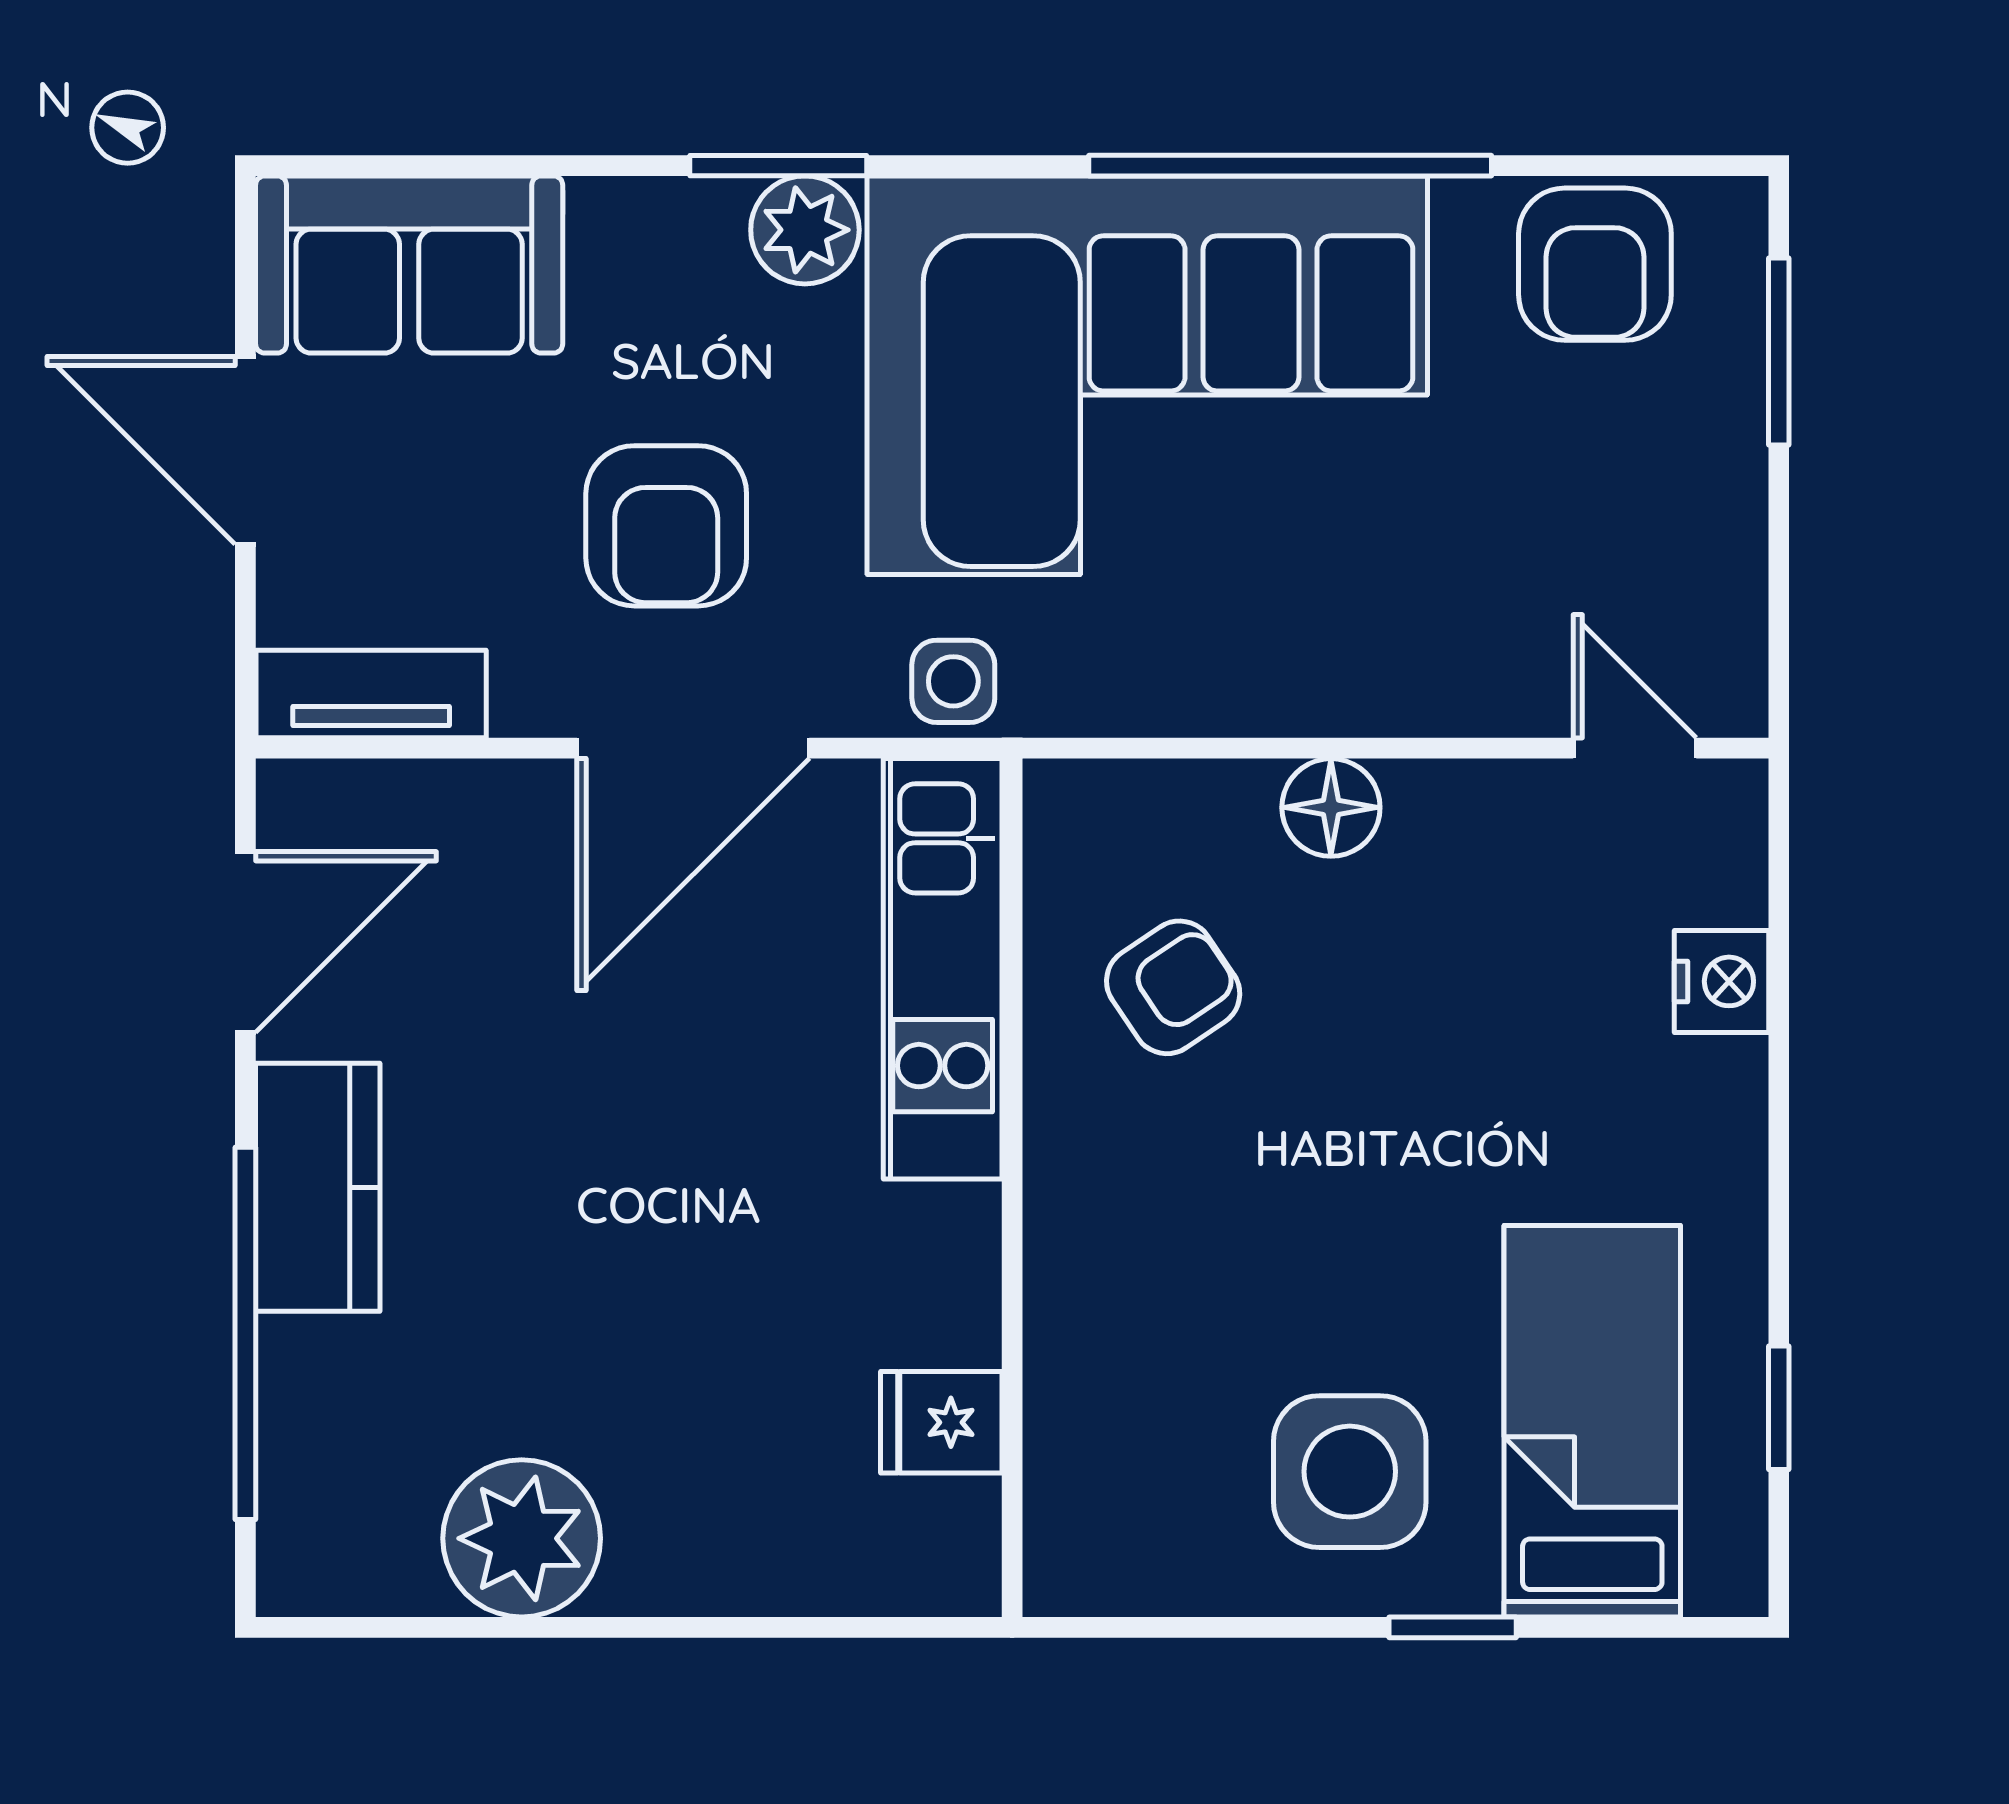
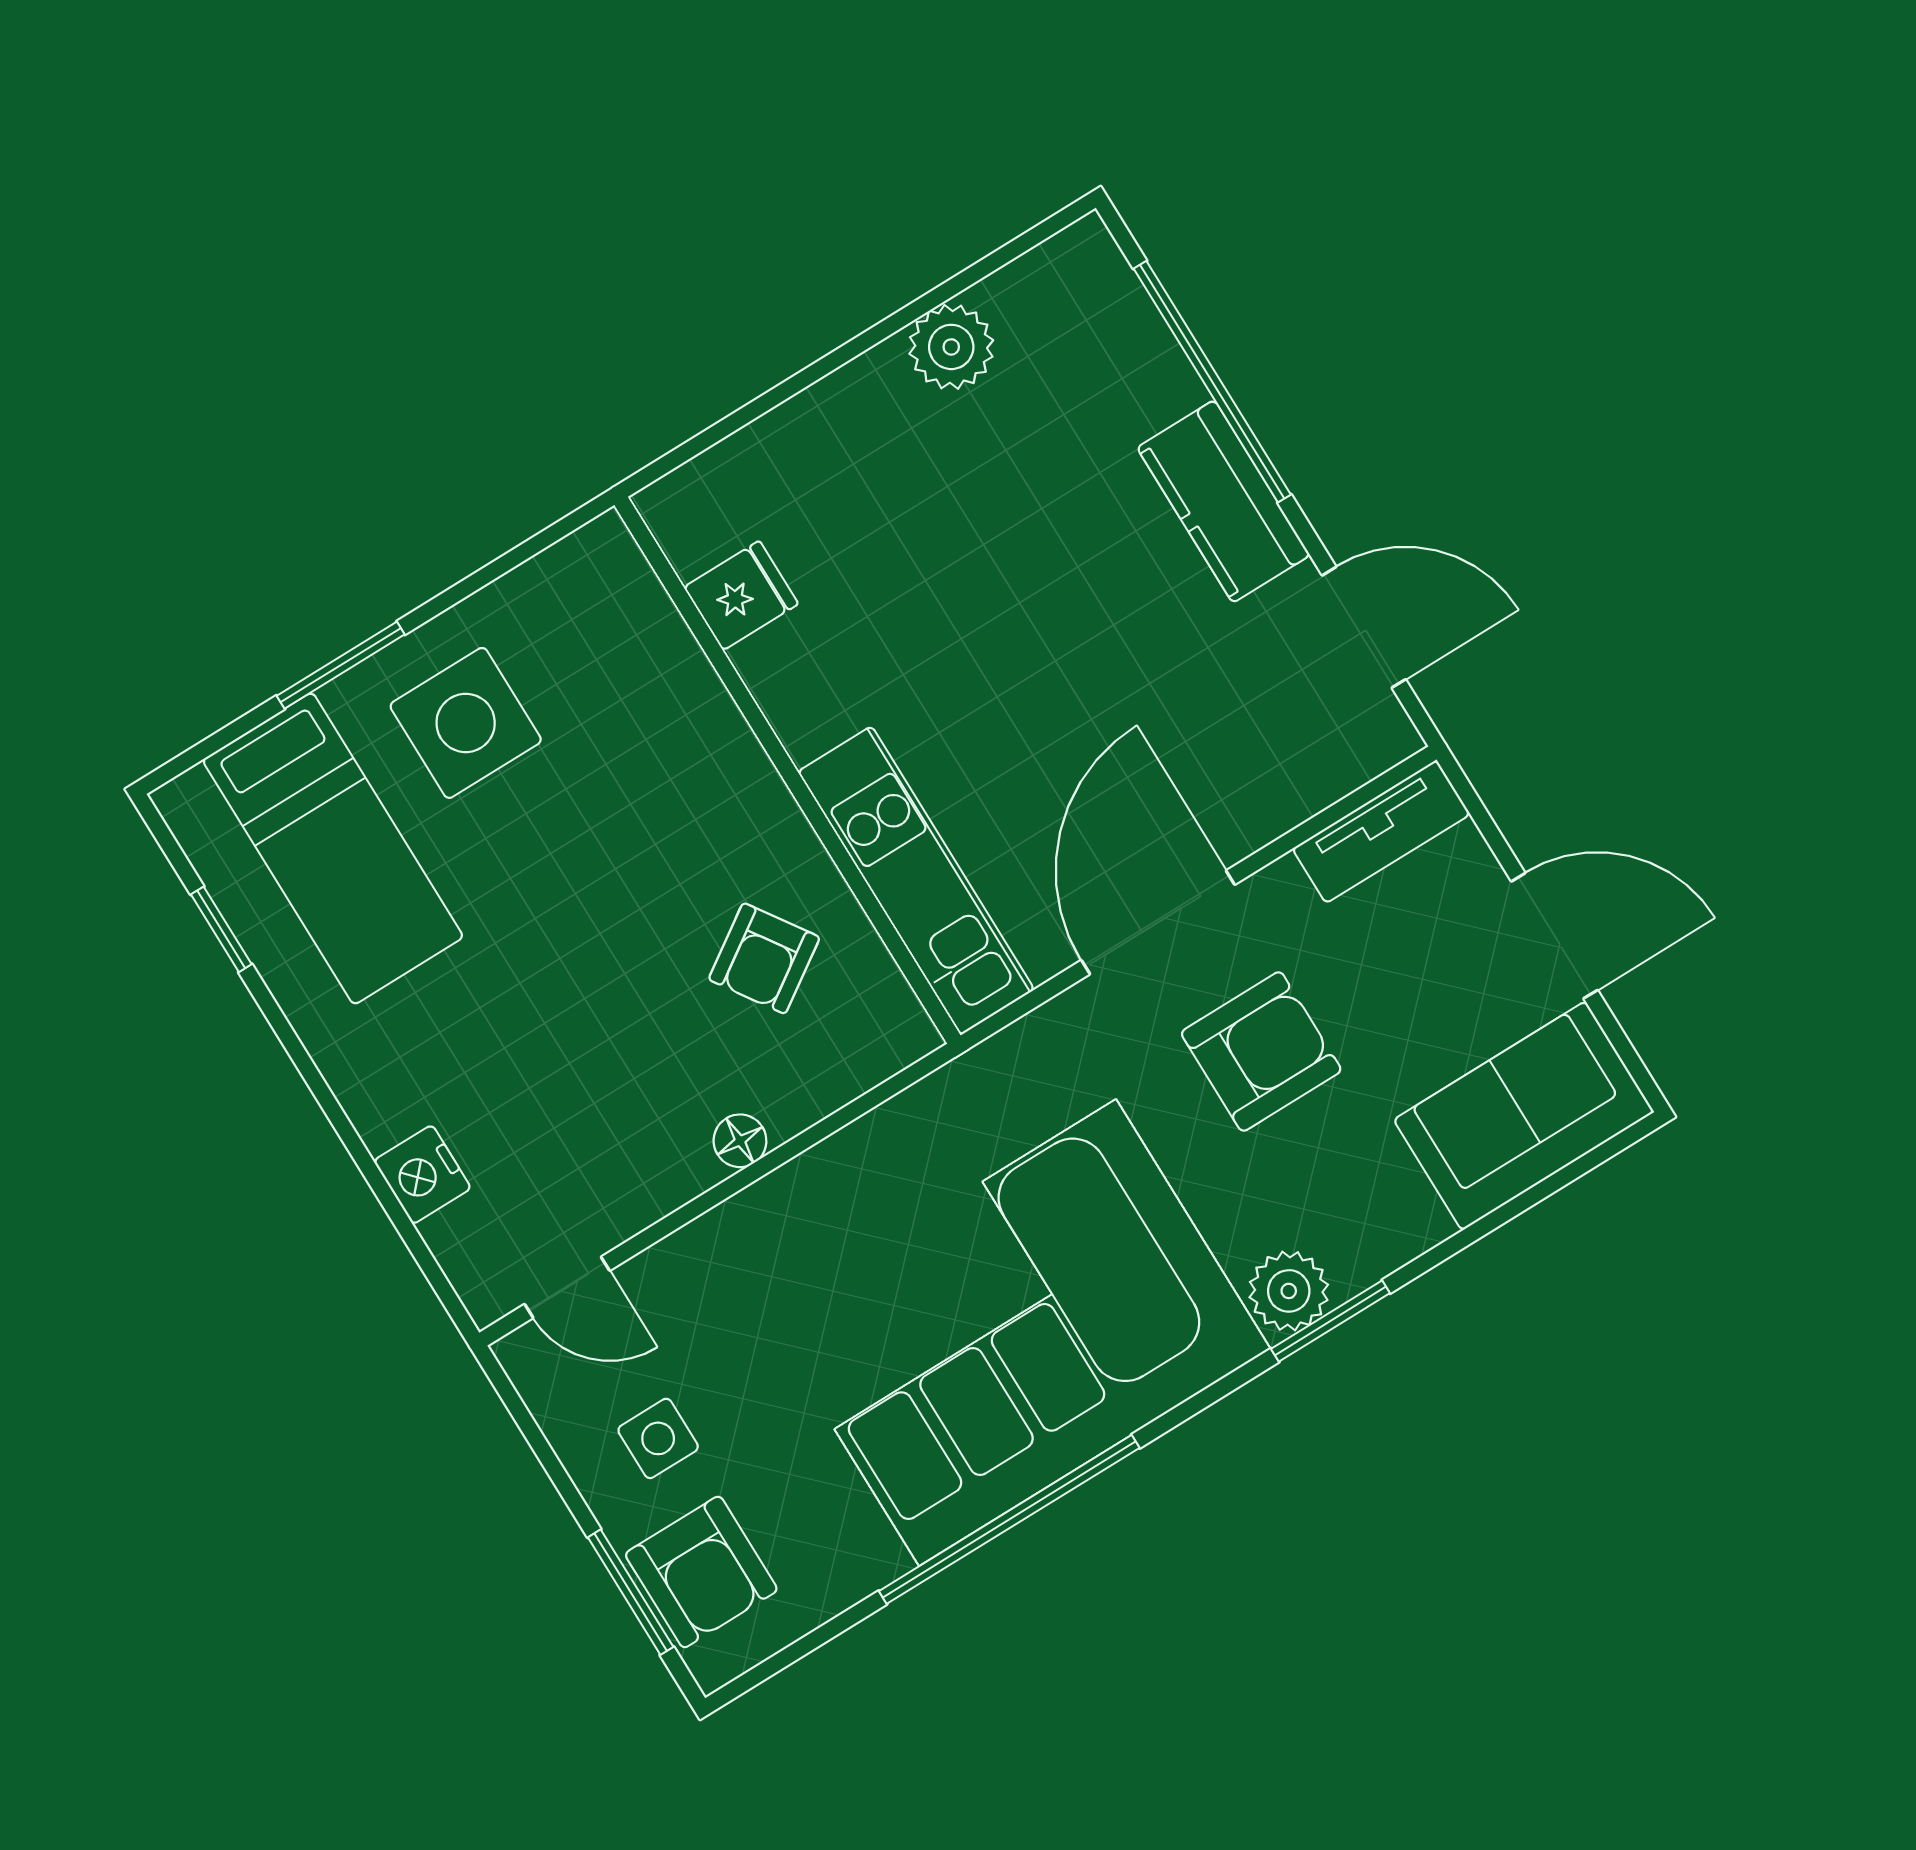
armchair: (1595, 264) -> (701, 1572), moved, turned 180
armchair: (666, 526) -> (1261, 1052), turned 90
side table: (953, 681) -> (658, 1438), moved
floor lamp: (1331, 807) -> (740, 1141), width x0.73, depth x0.73
door: (245, 942) -> (1364, 627), swing flipped
plant: (522, 1538) -> (951, 347), width x0.73, depth x0.73
window: (1453, 1627) -> (341, 665), width x1.50

